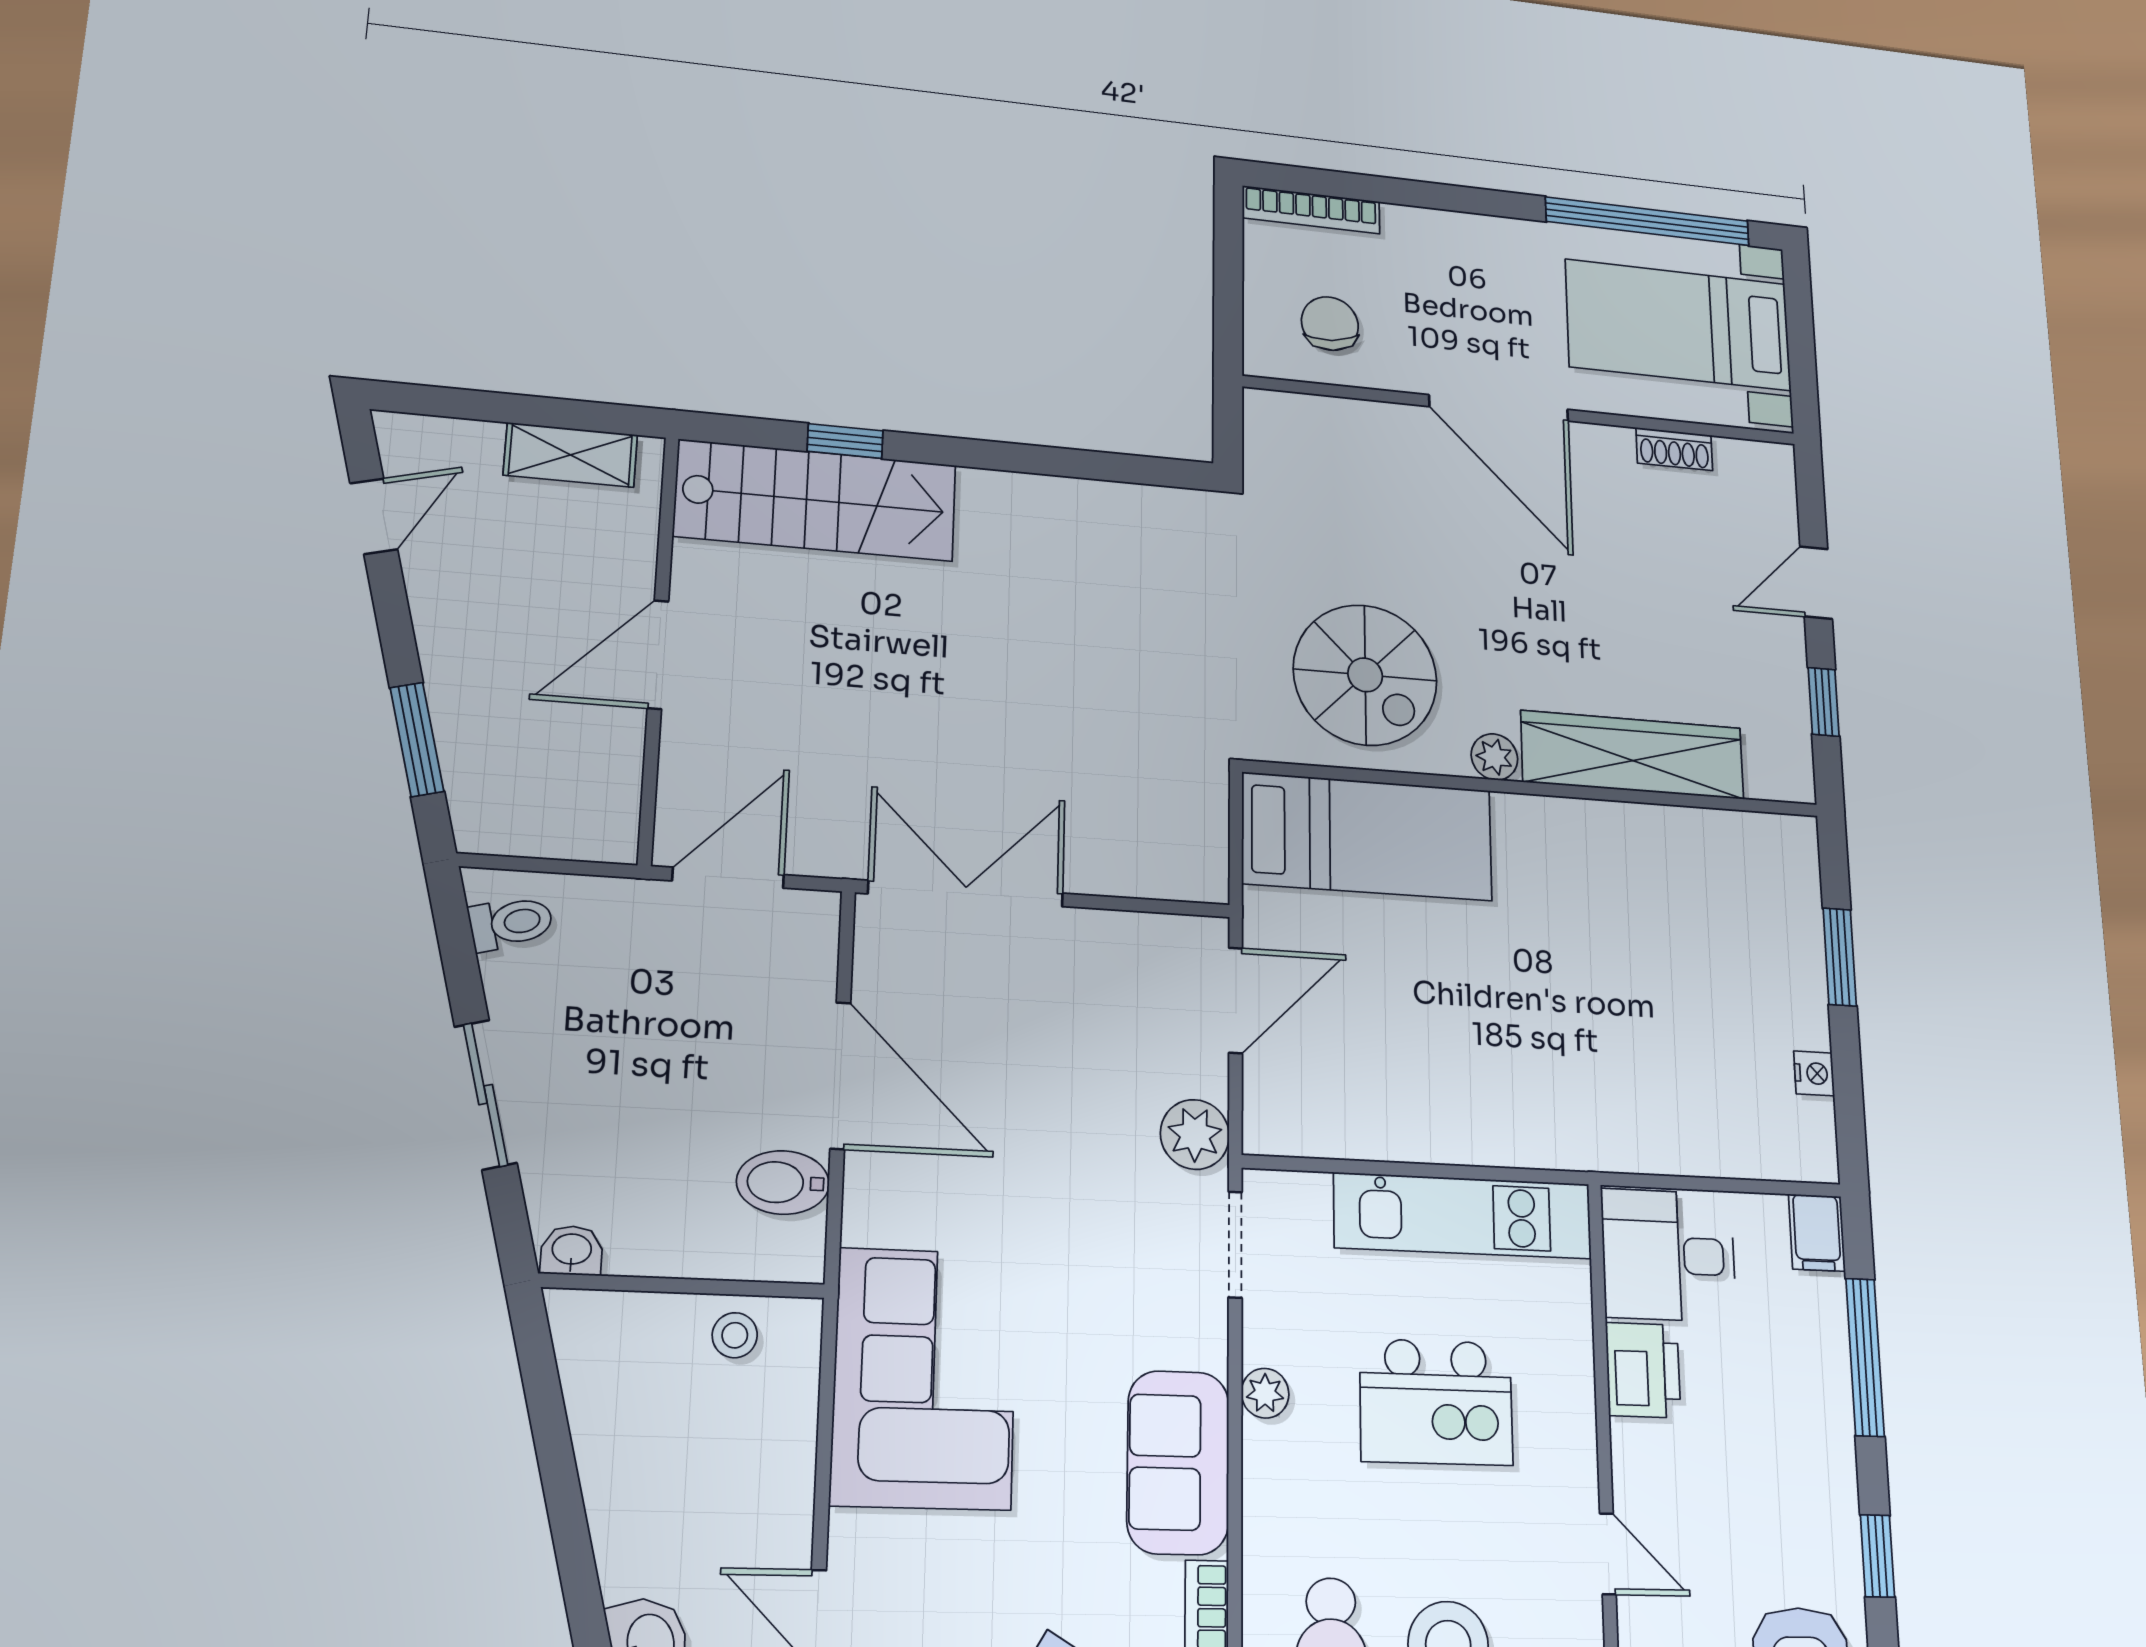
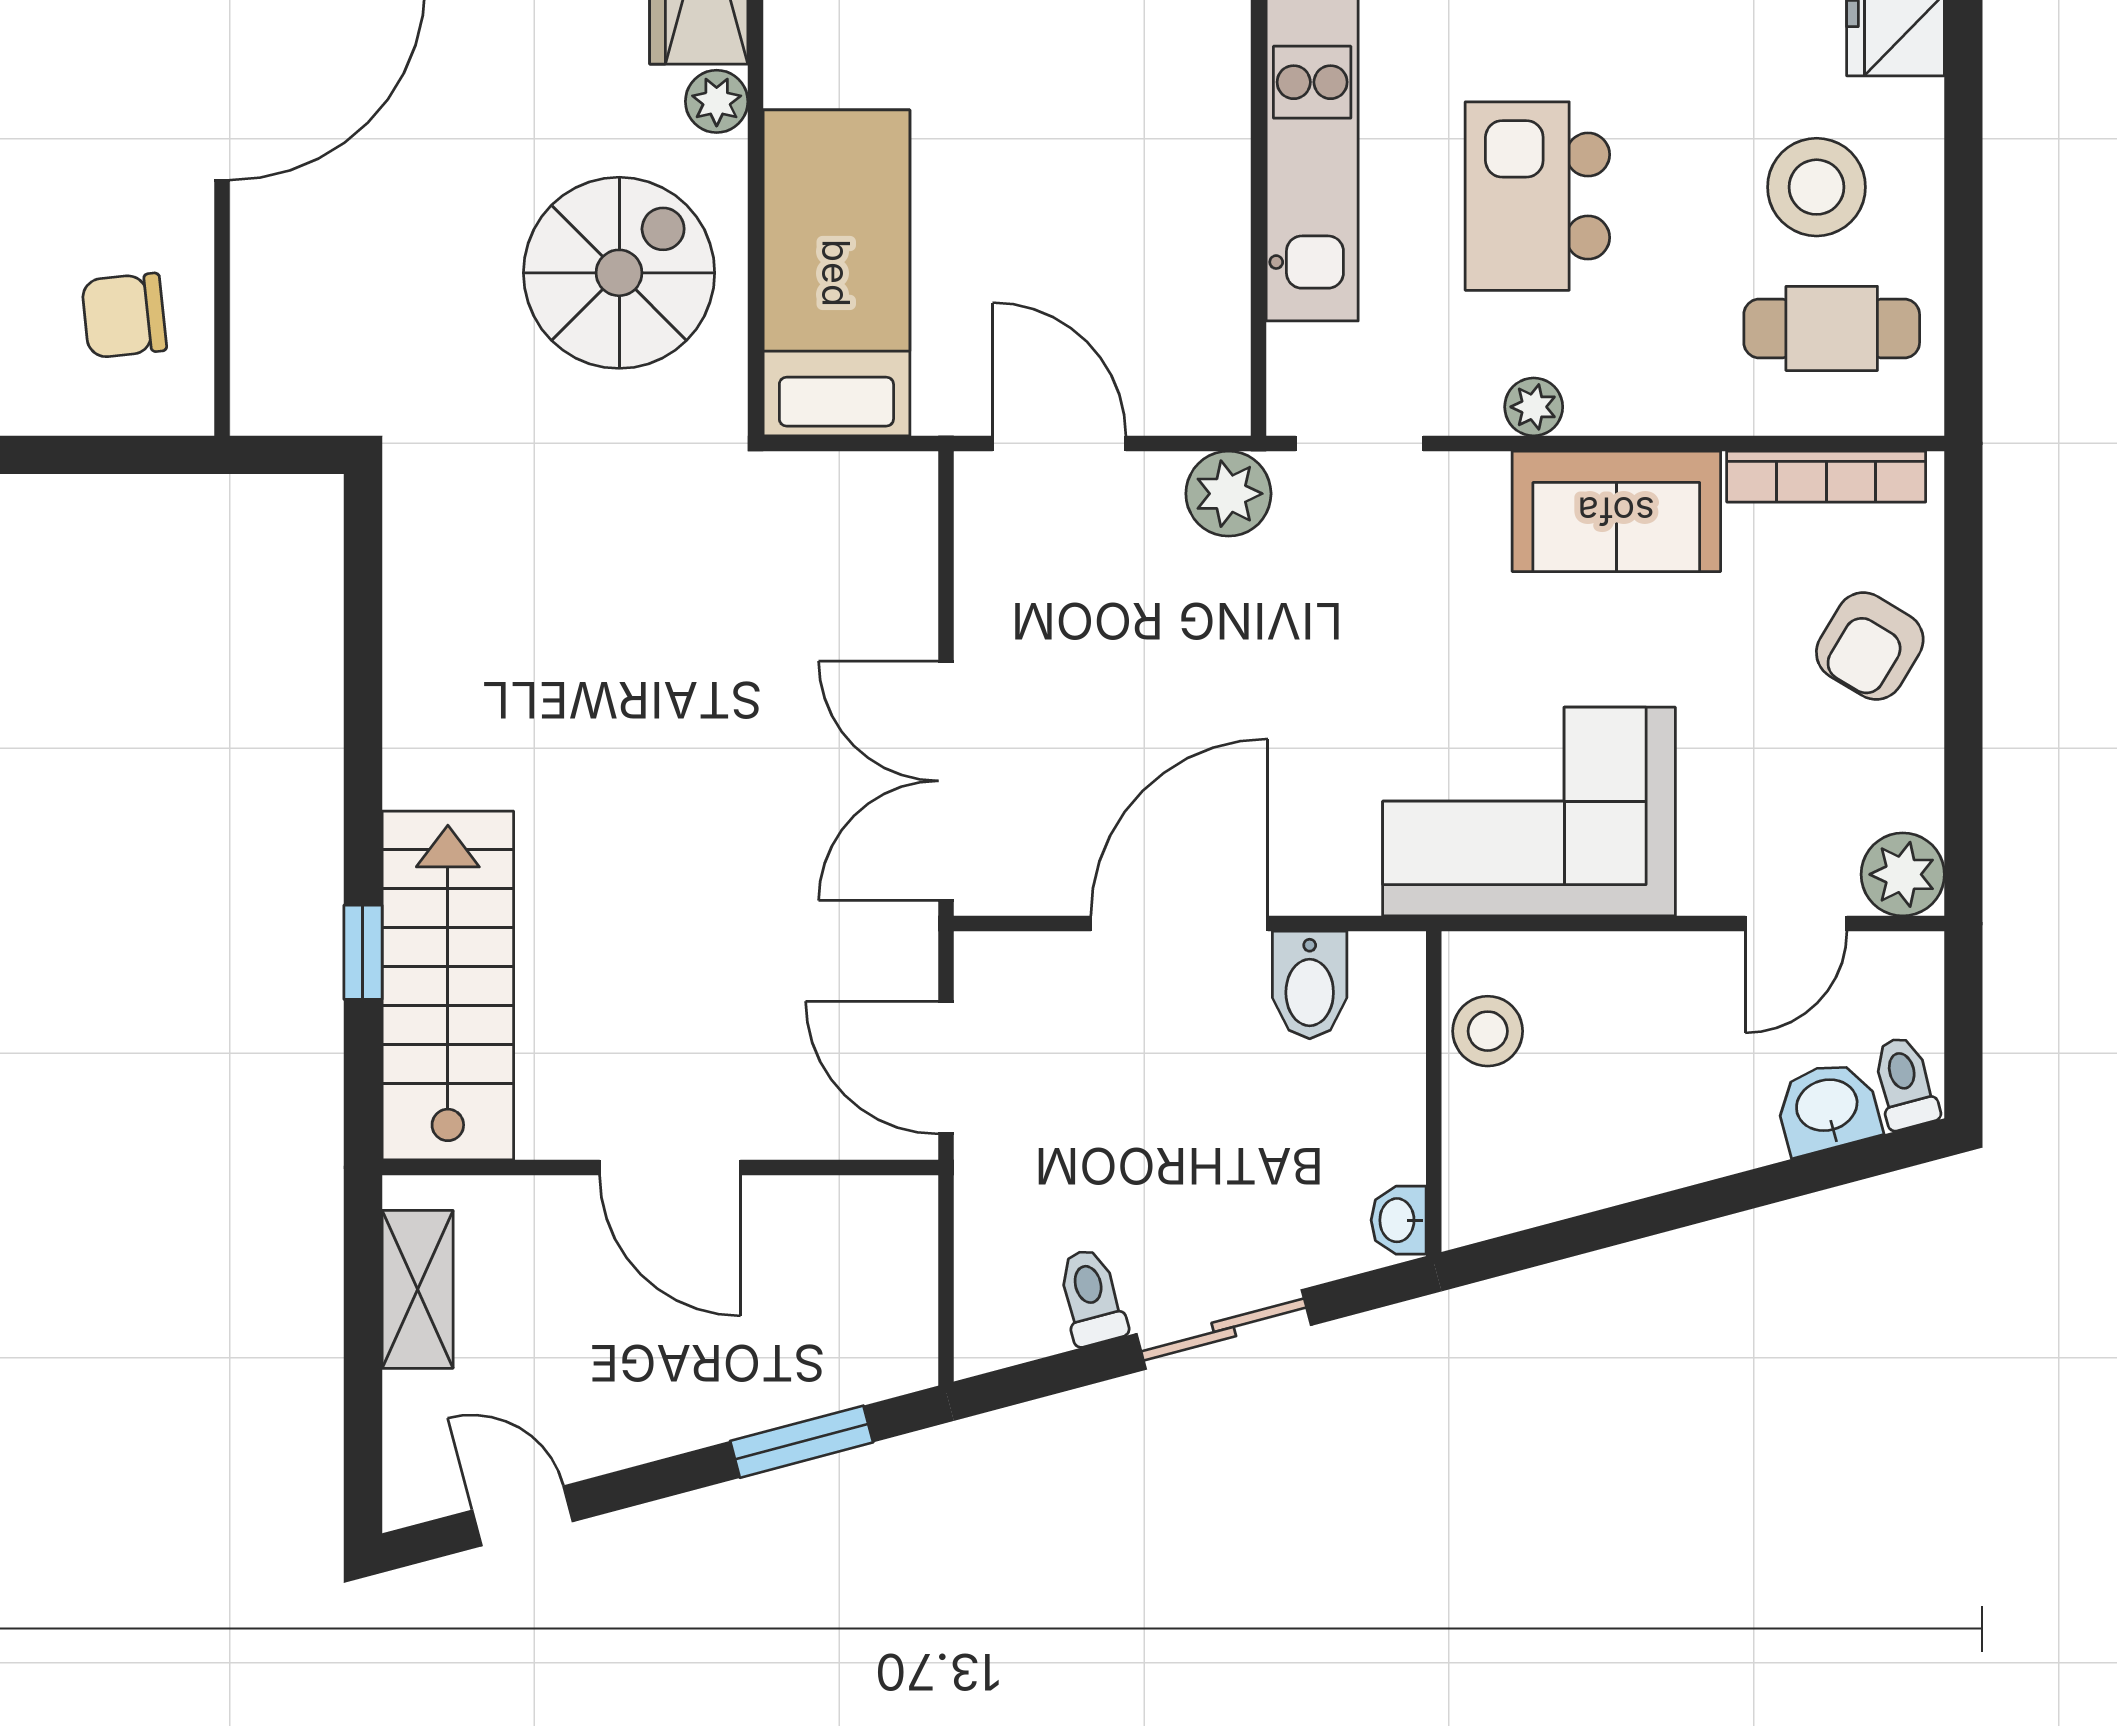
toilet: (511, 923) -> (1091, 1297), moved
stool: (735, 1335) -> (1488, 1031), width x1.37, depth x1.37
kitchen island: (1436, 1402) -> (1537, 196), turned 180

